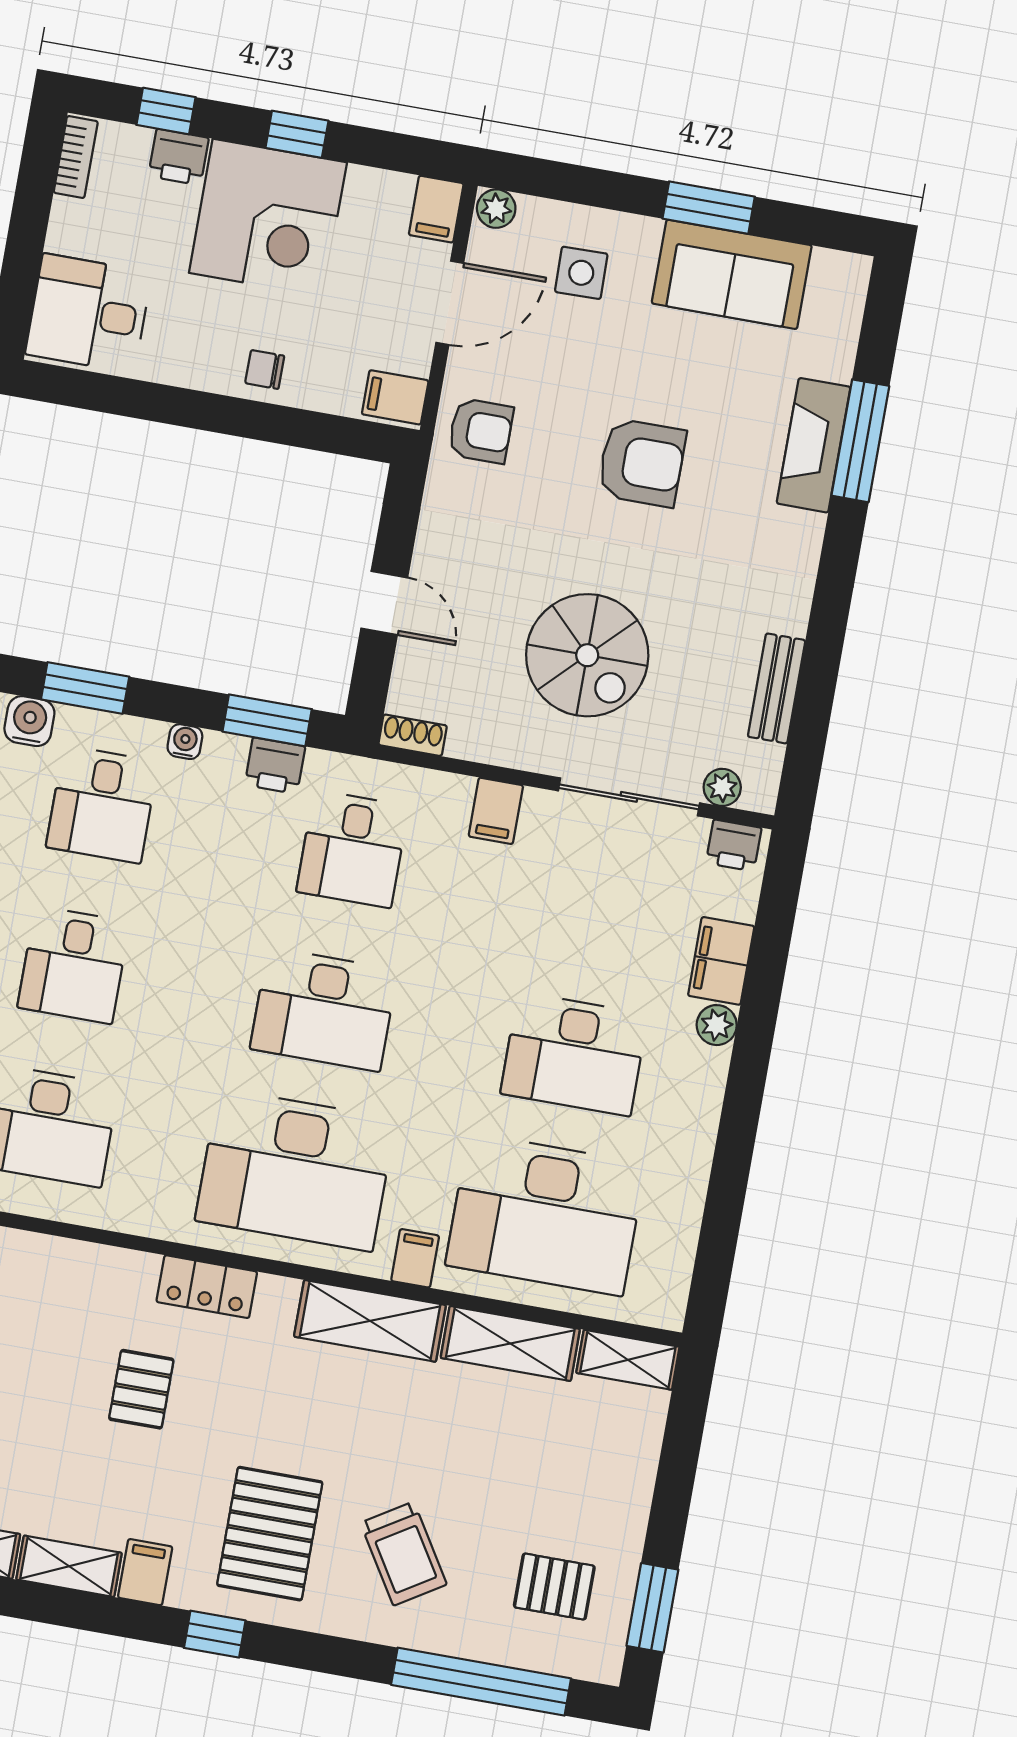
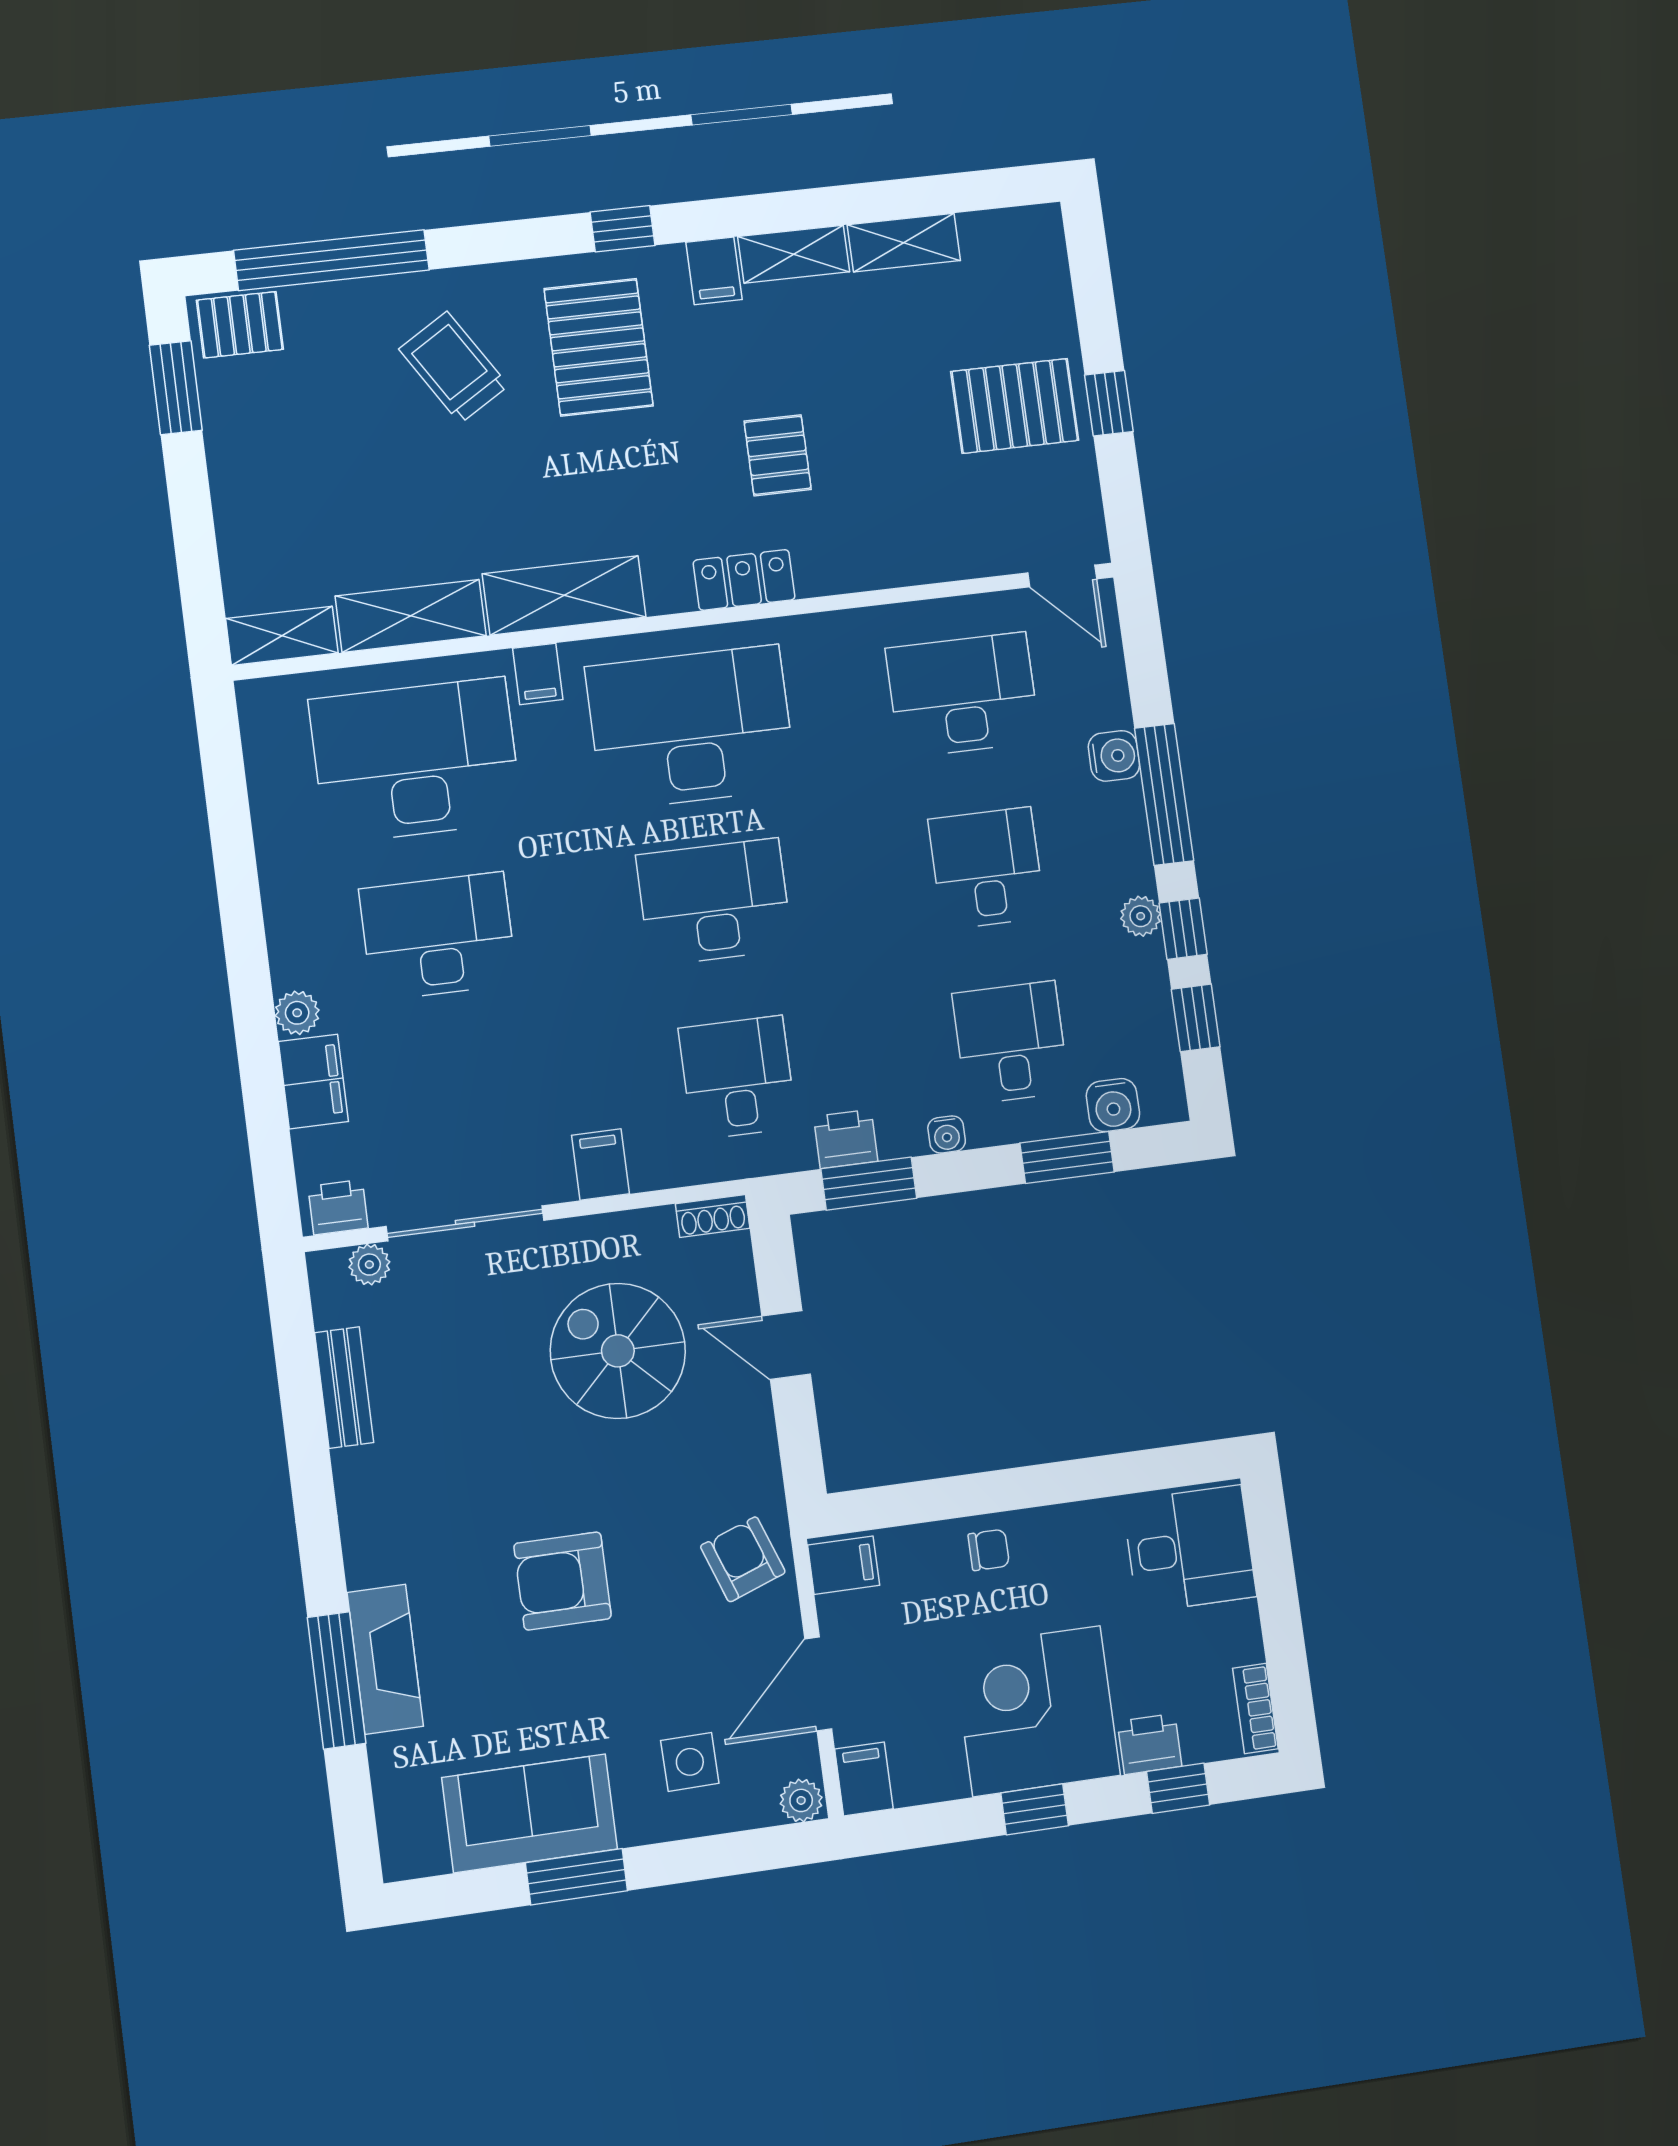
armchair: (481, 431) -> (743, 1559), turned 70
spiral stairs: (587, 655) -> (618, 1351), moved
pallet: (554, 1587) -> (240, 325), moved

